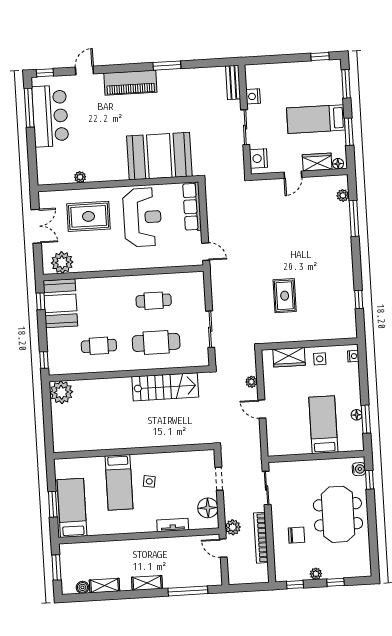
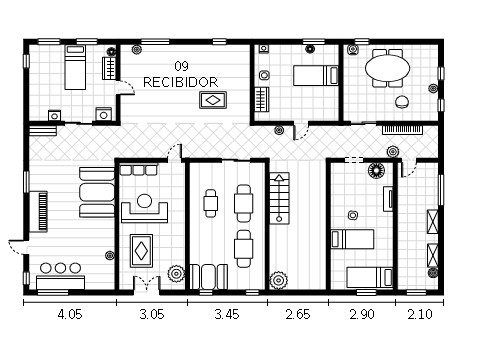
cafe table: (99, 346) -> (244, 249), width x1.37, depth x1.35

